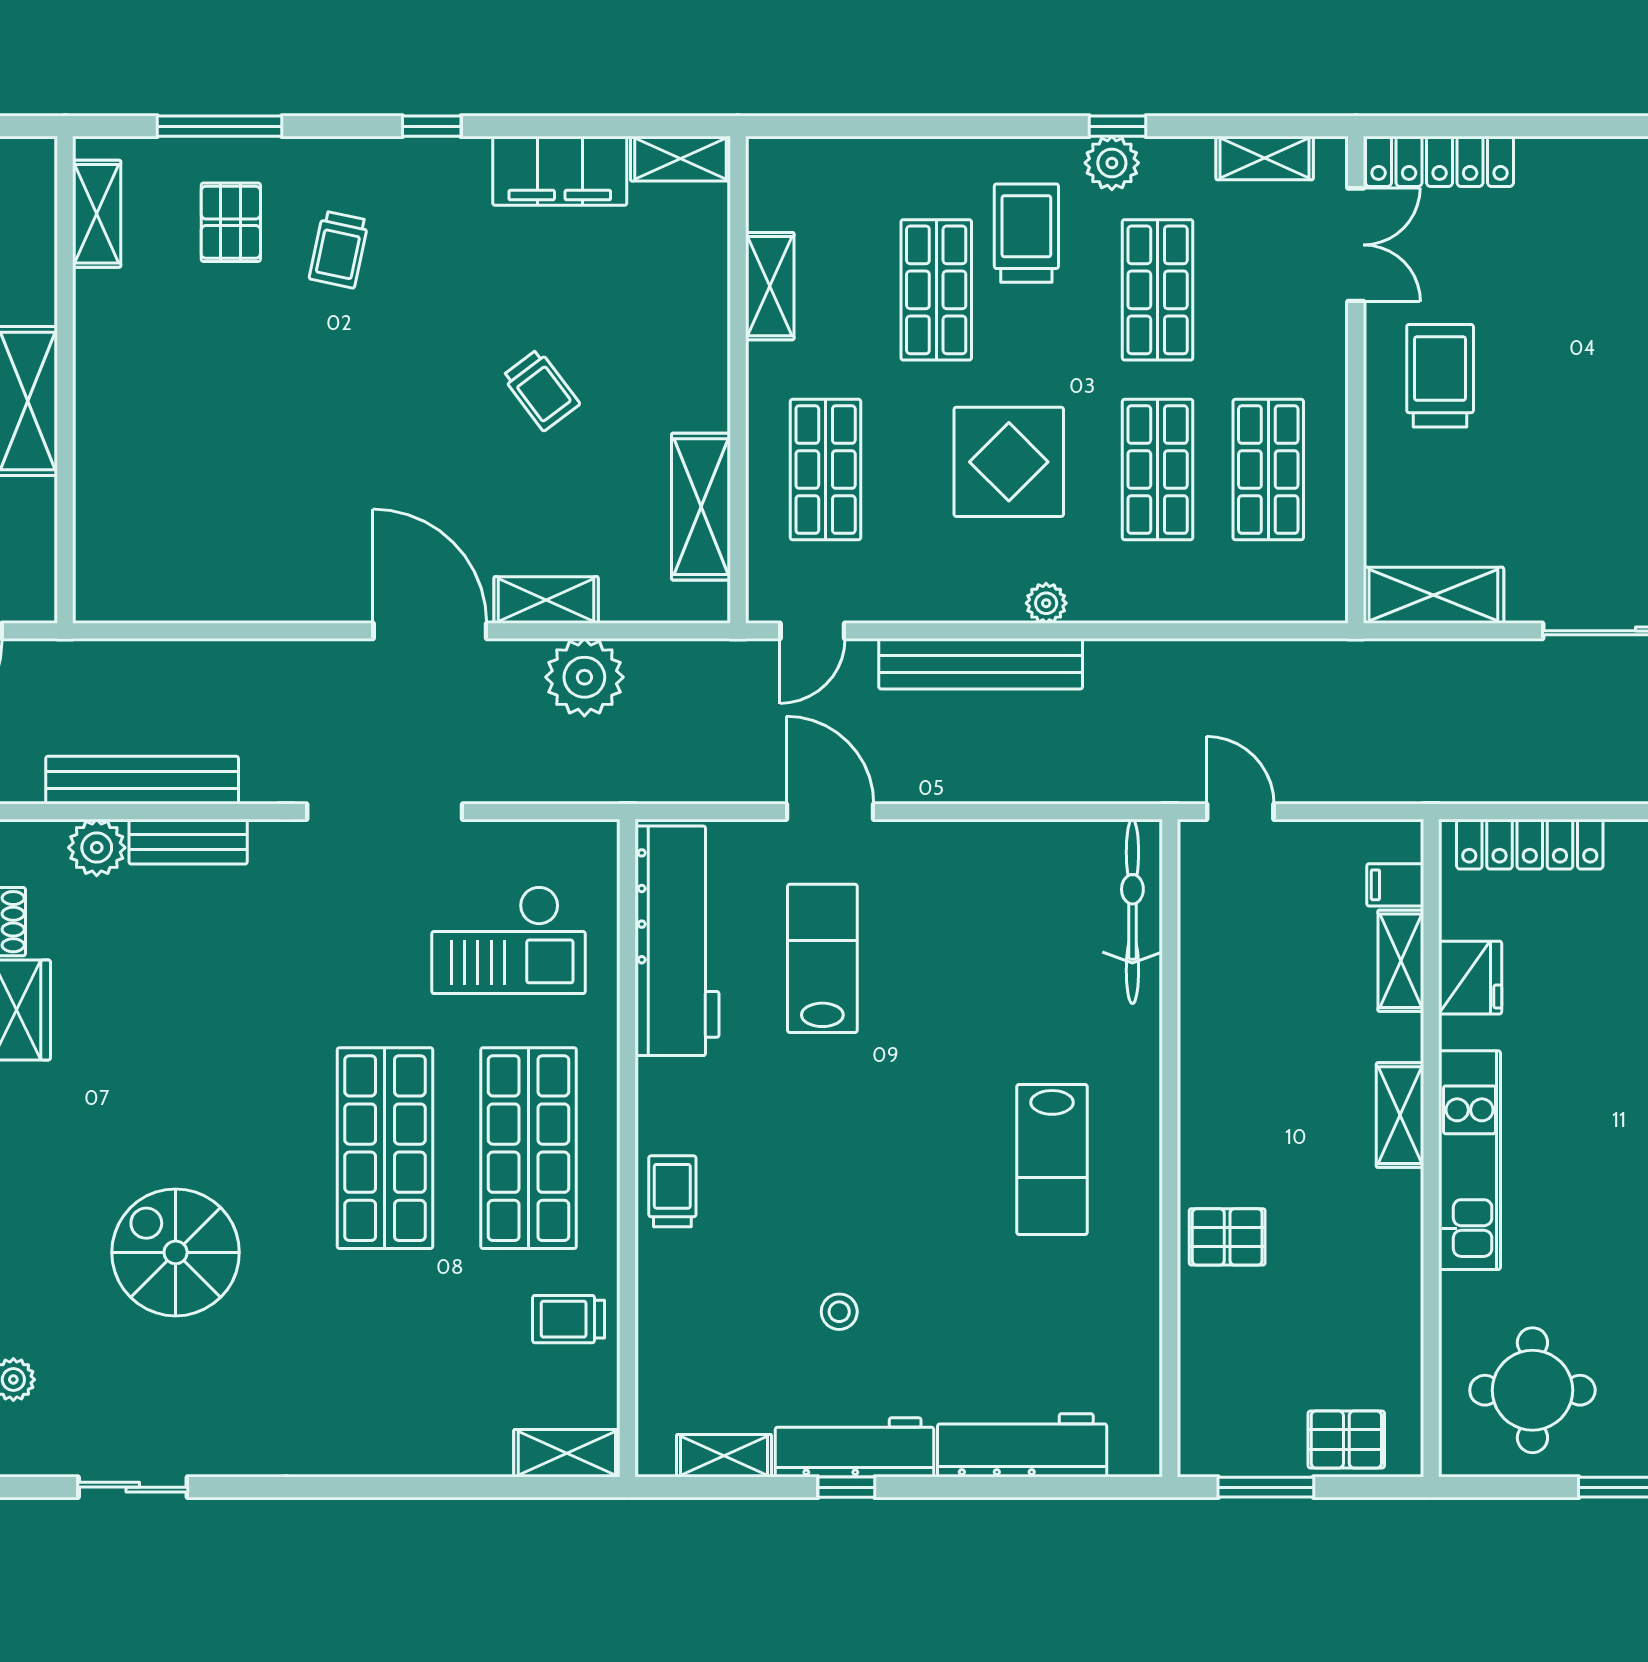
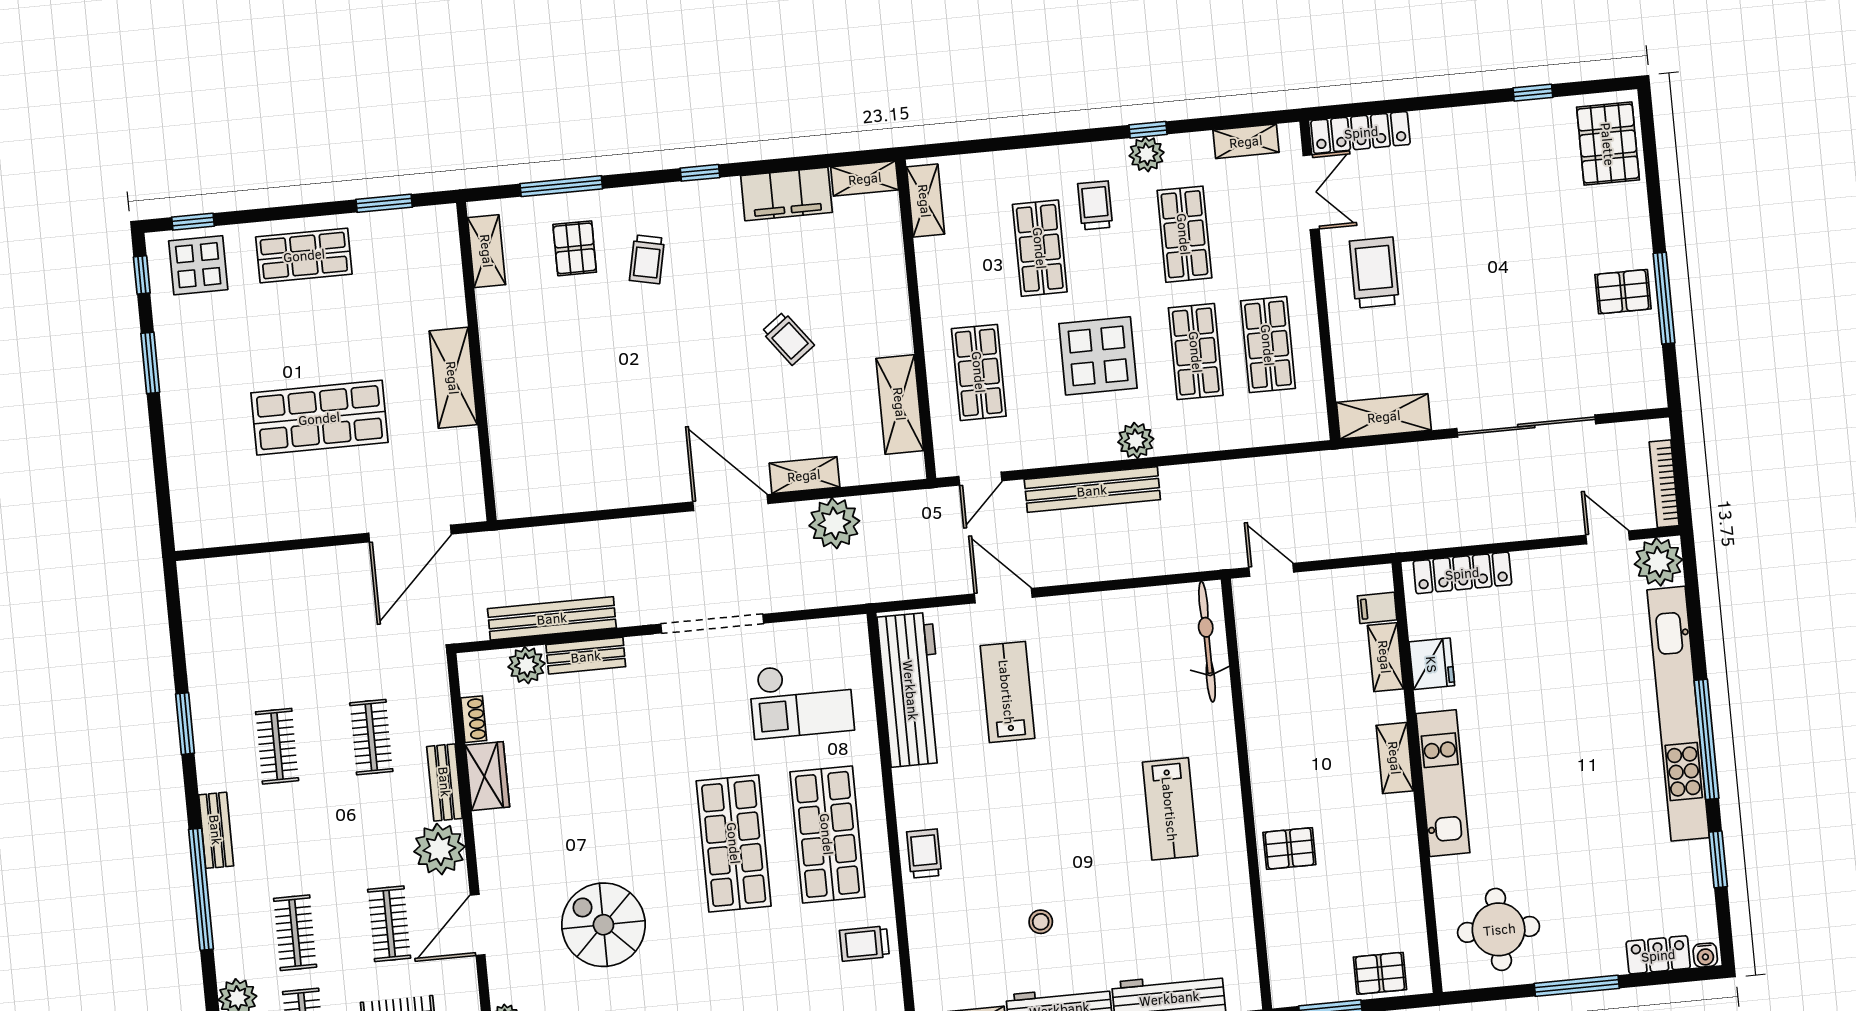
trolley: (1026, 233) -> (1095, 205), width x0.73, depth x0.72
shelving: (770, 286) -> (925, 201), moved
plant: (1046, 603) -> (1136, 440), width x1.38, depth x1.38

